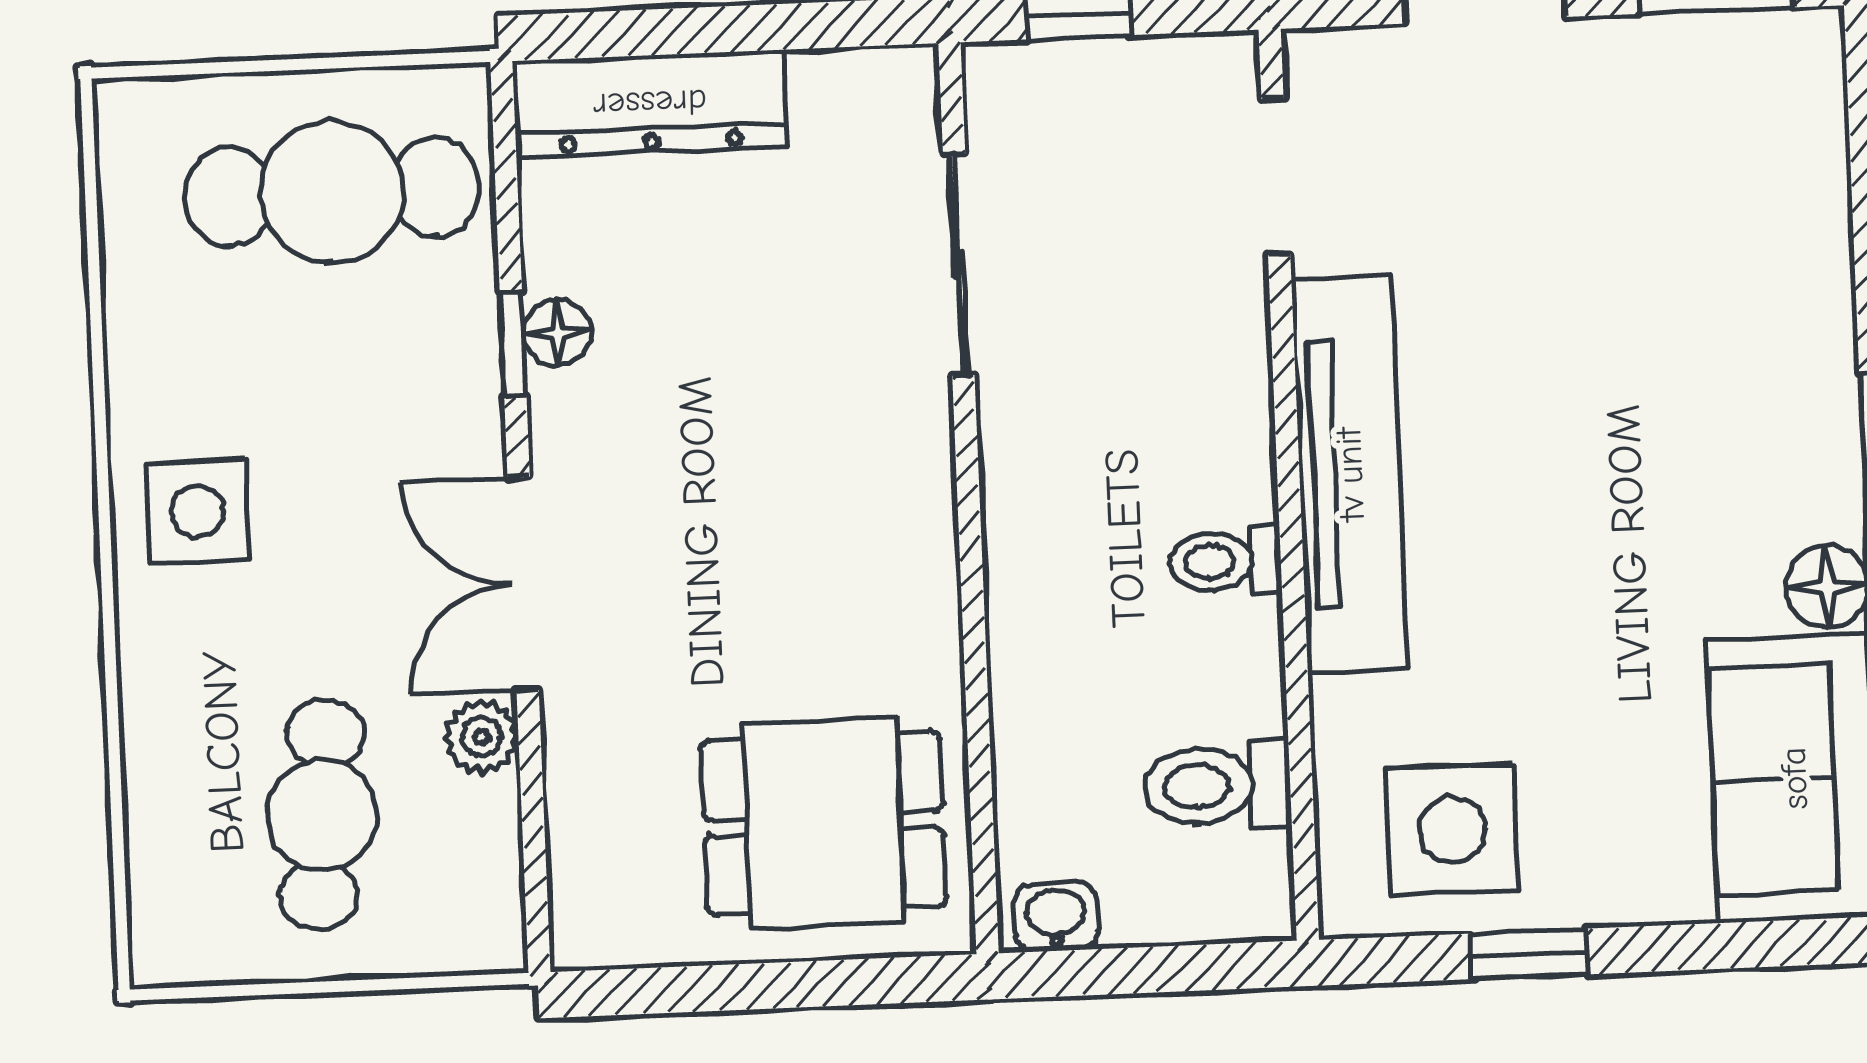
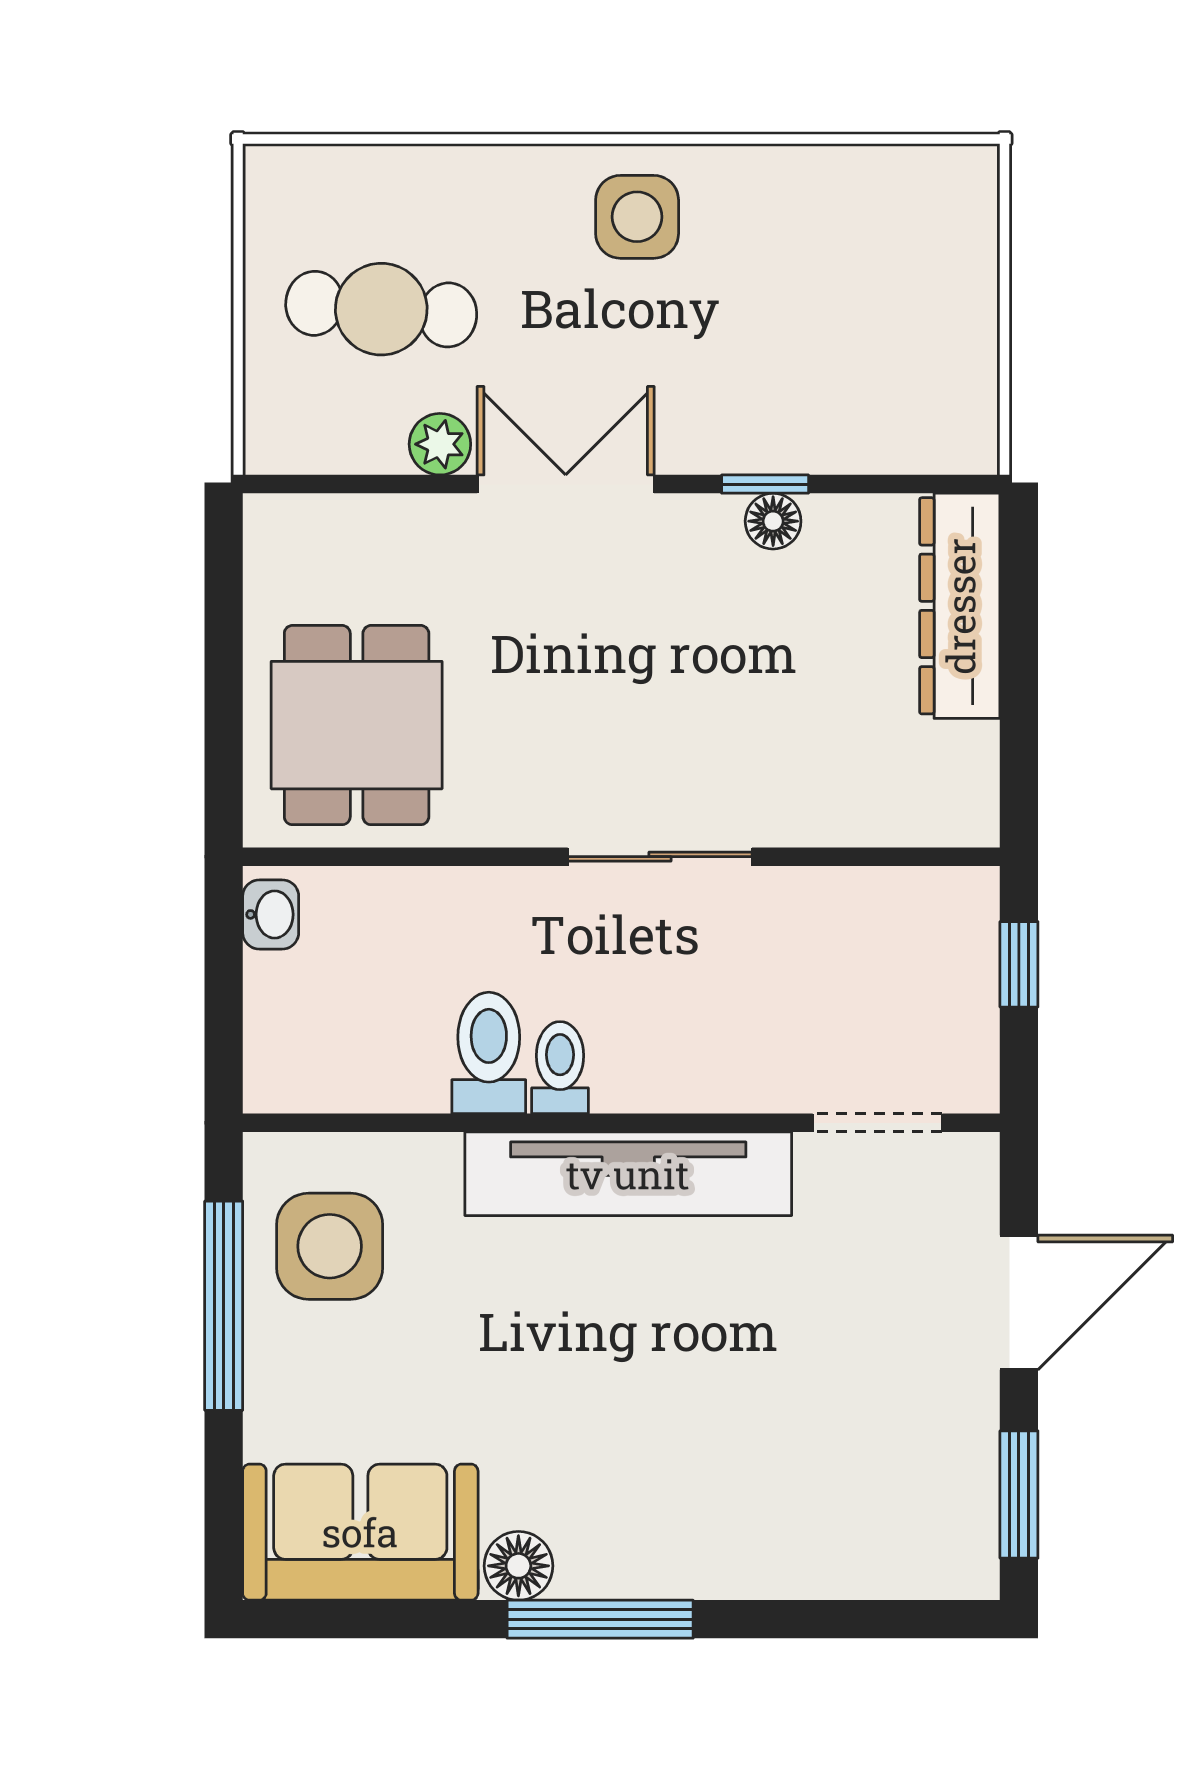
cafe table: (332, 192) -> (898, 339), removed
sliding door: (959, 265) -> (660, 857), moved
toilet: (1217, 786) -> (489, 1053), moved
window: (1529, 954) -> (224, 1306), width x2.17

